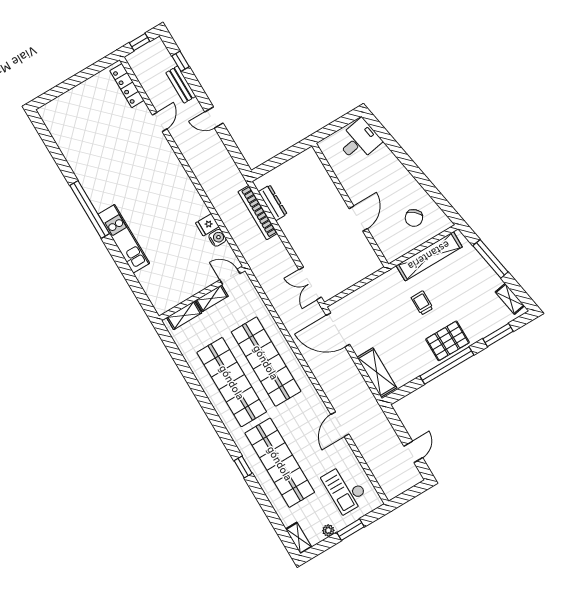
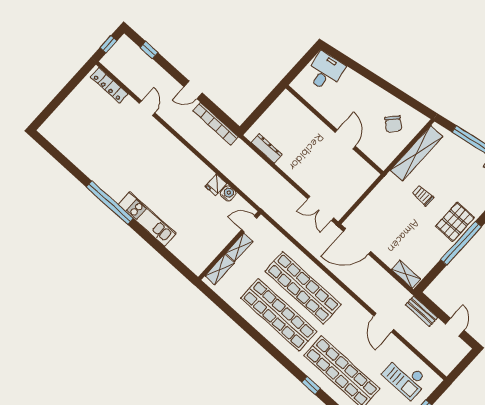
bench: (181, 84) -> (422, 311), moved
bookcase: (258, 213) -> (216, 124), moved
shelving: (377, 373) -> (406, 274), width x0.67, depth x0.75

